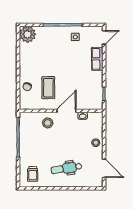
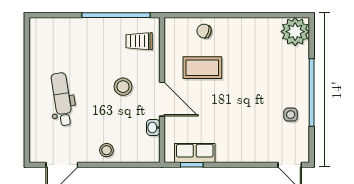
row of seats: (97, 59) -> (195, 153), moved
stool: (48, 123) -> (123, 87), moved
trolley: (33, 174) -> (139, 41), moved

